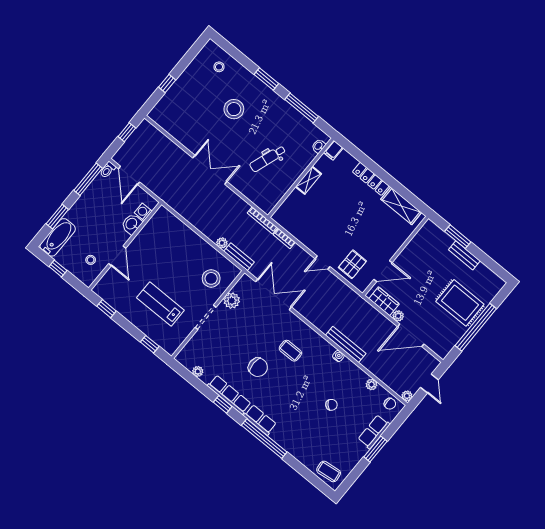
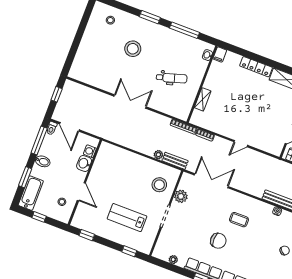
window: (167, 84) -> (75, 46), removed
dental chair: (268, 159) -> (172, 78), turned -126
shelving: (308, 180) -> (203, 99), moved
bidet: (84, 205) -> (43, 161), added
pallet: (352, 264) -> (264, 137), removed

